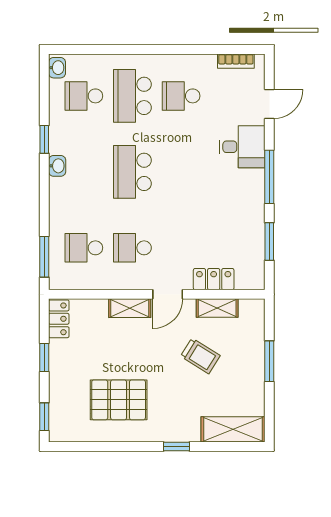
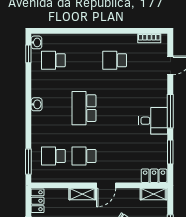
school desk: (132, 96) -> (84, 60), removed
window: (44, 139) -> (28, 54), moved
desk: (242, 147) -> (153, 121), moved
locker: (214, 279) -> (154, 176), moved
shelving: (217, 308) -> (153, 194), moved

